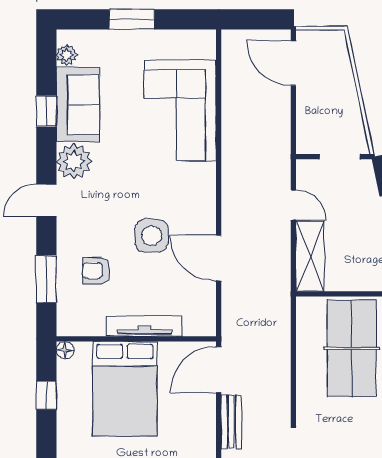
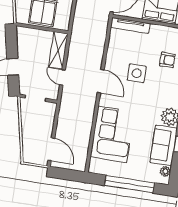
window: (132, 19) -> (129, 184), width x2.11
door: (219, 258) -> (101, 81), moved
tv unit: (144, 326) -> (130, 25), moved

